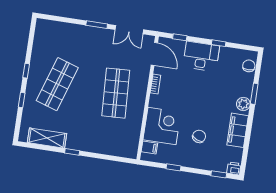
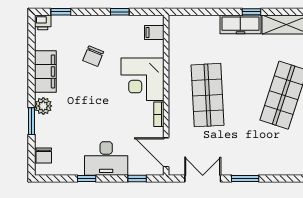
corner desk: (162, 126) -> (142, 79), moved
freezer: (82, 144) -> (240, 24), added

